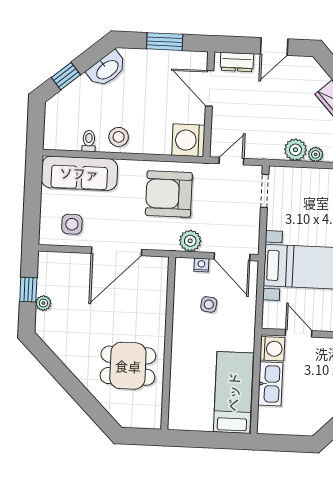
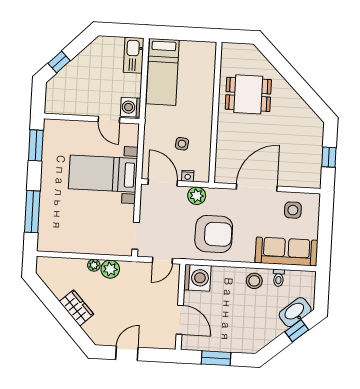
dresser: (237, 62) -> (157, 341), removed
washbasin: (107, 69) -> (295, 312), moved
plant: (43, 303) -> (317, 146), removed
kitchen sink: (270, 384) -> (134, 55), moved

